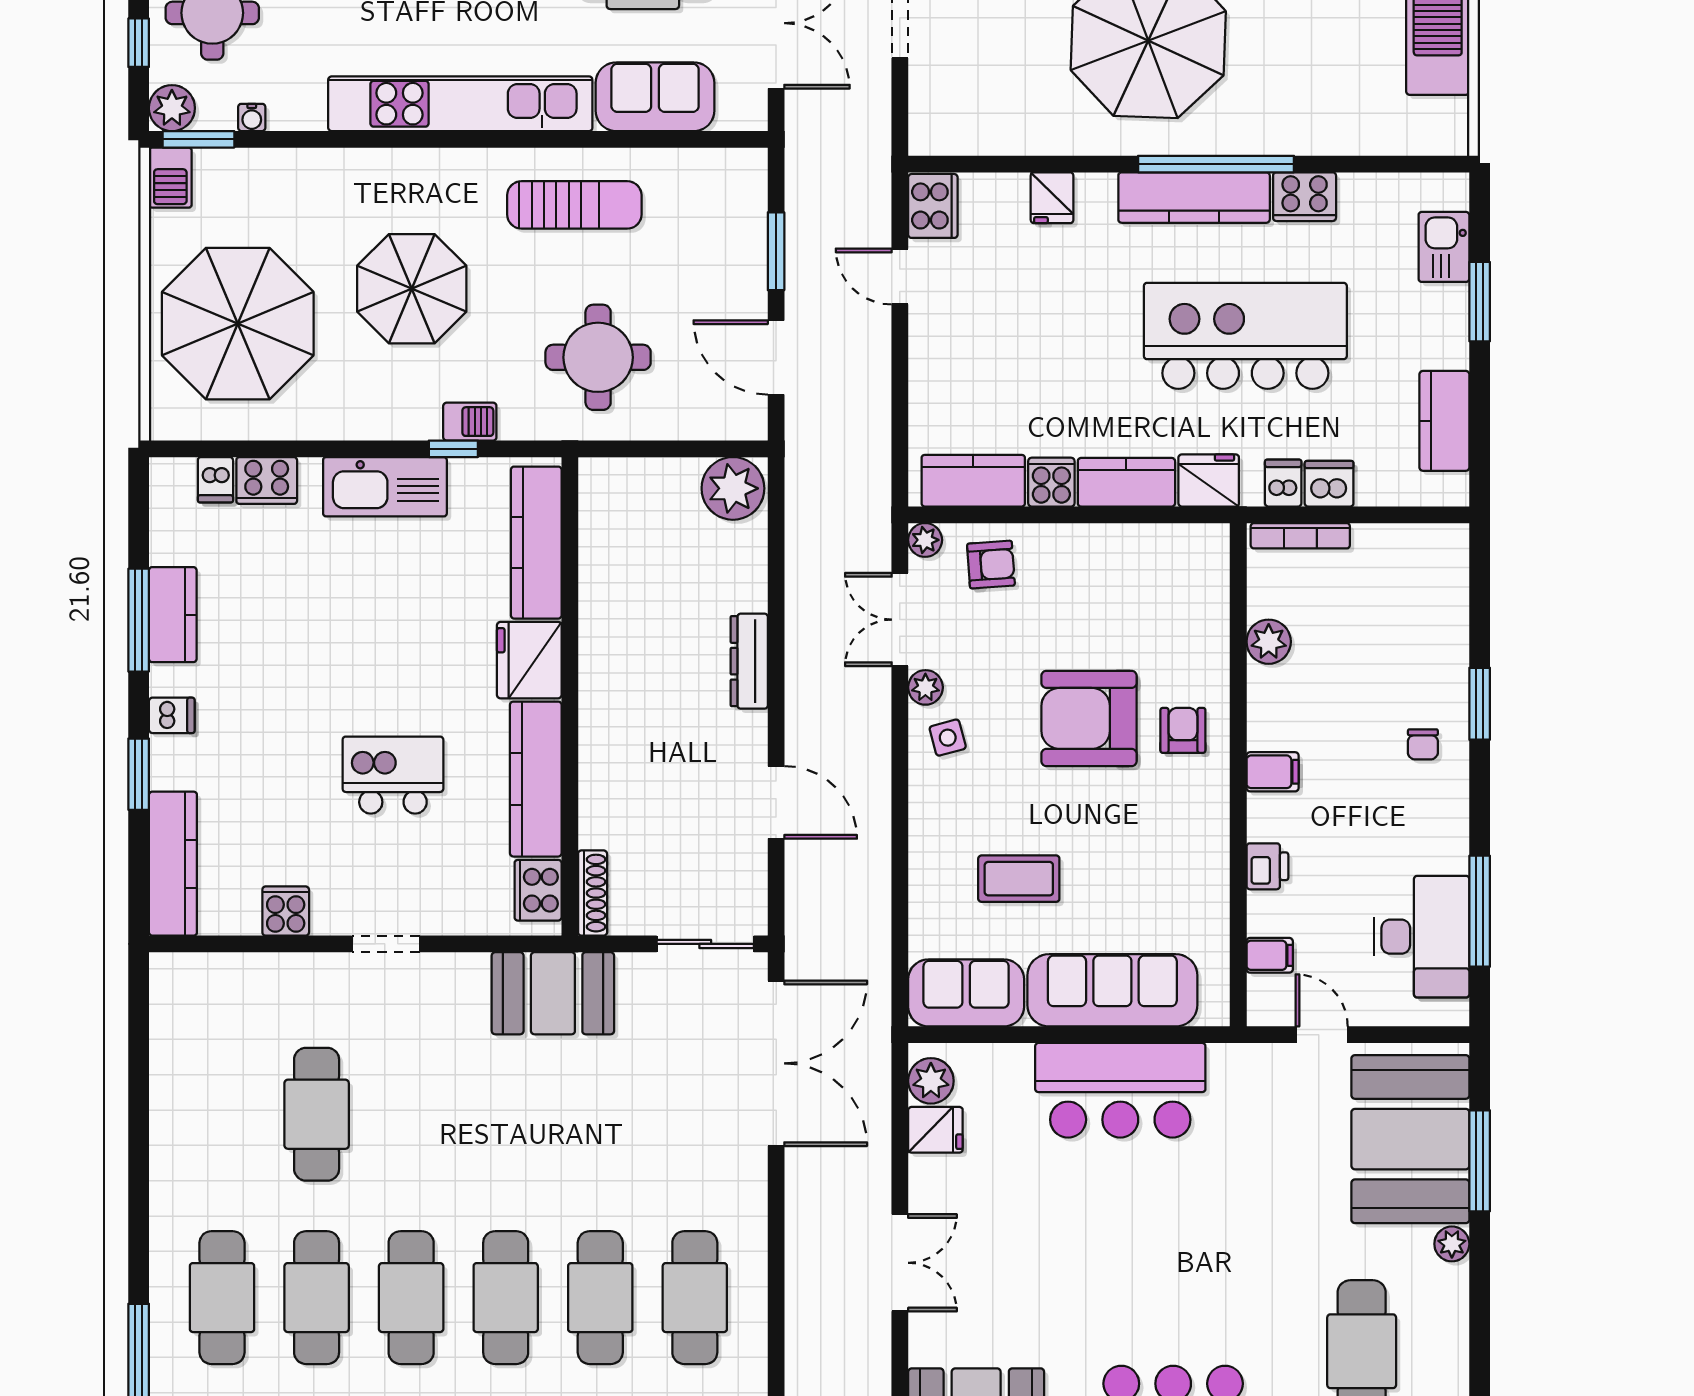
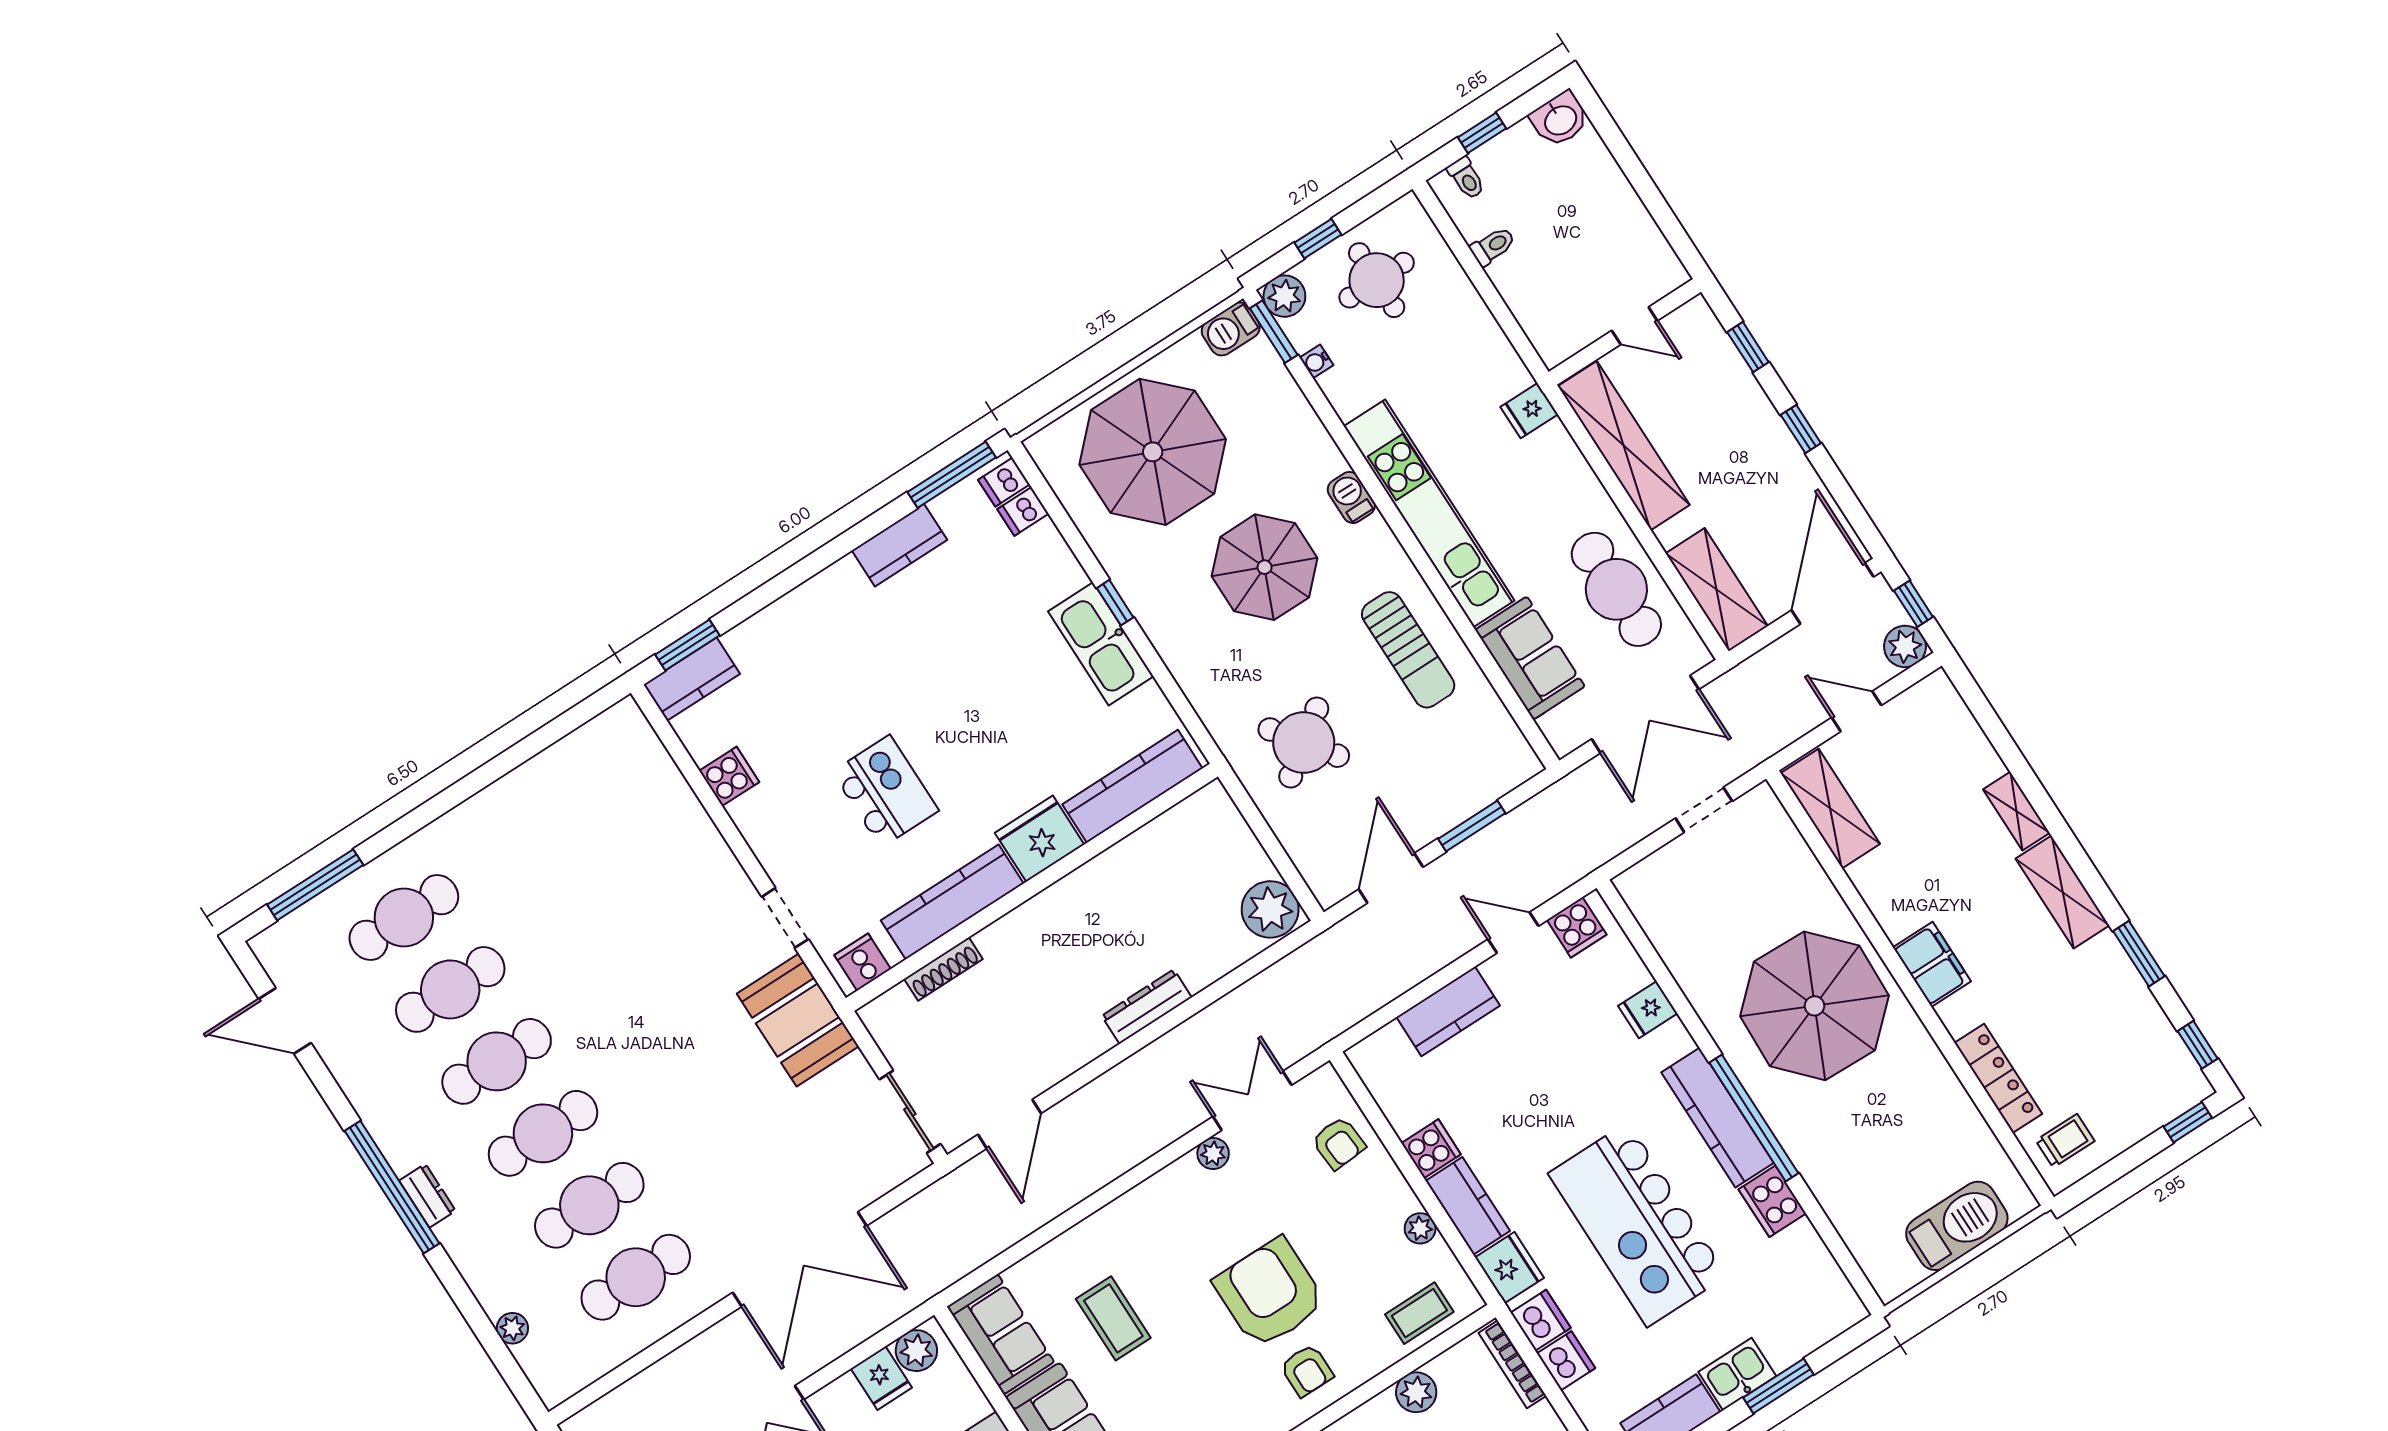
cooker: (933, 206) -> (1577, 927), width x0.73
kitchen sink: (1444, 247) -> (1737, 1374), moved
door: (900, 277) -> (1513, 933), hinge flipped
kitchen island: (1245, 336) -> (1637, 1225), turned 180
round table: (598, 357) -> (1304, 743), turned -36
barbecue: (470, 422) -> (1351, 497), moved, turned 180
window: (453, 449) -> (1115, 603), moved
cooker: (267, 481) -> (1048, 551), removed
kitchen counter: (973, 481) -> (1448, 1011), moved, turned 90
dishwasher: (1283, 483) -> (1541, 1320), width x1.38
plant: (925, 540) -> (1420, 1228), moved
coffee table: (1197, 591) -> (1419, 1313), added
window: (139, 620) -> (952, 475), moved
dishwasher: (172, 715) -> (1004, 482), moved, turned 90
armchair: (1183, 730) -> (1307, 1370), turned 90
side table: (948, 738) -> (1186, 1195), removed
window: (139, 774) -> (687, 645), moved
door: (776, 802) -> (1009, 1124), moved
kitchen counter: (173, 864) -> (692, 679), width x0.67
cooker: (538, 890) -> (863, 962), width x0.73
shoe rack: (593, 893) -> (943, 969), moved
doorway: (386, 944) -> (785, 918), moved
double door: (776, 1063) -> (800, 1259), moved
cafe table: (317, 1114) -> (590, 900), removed

